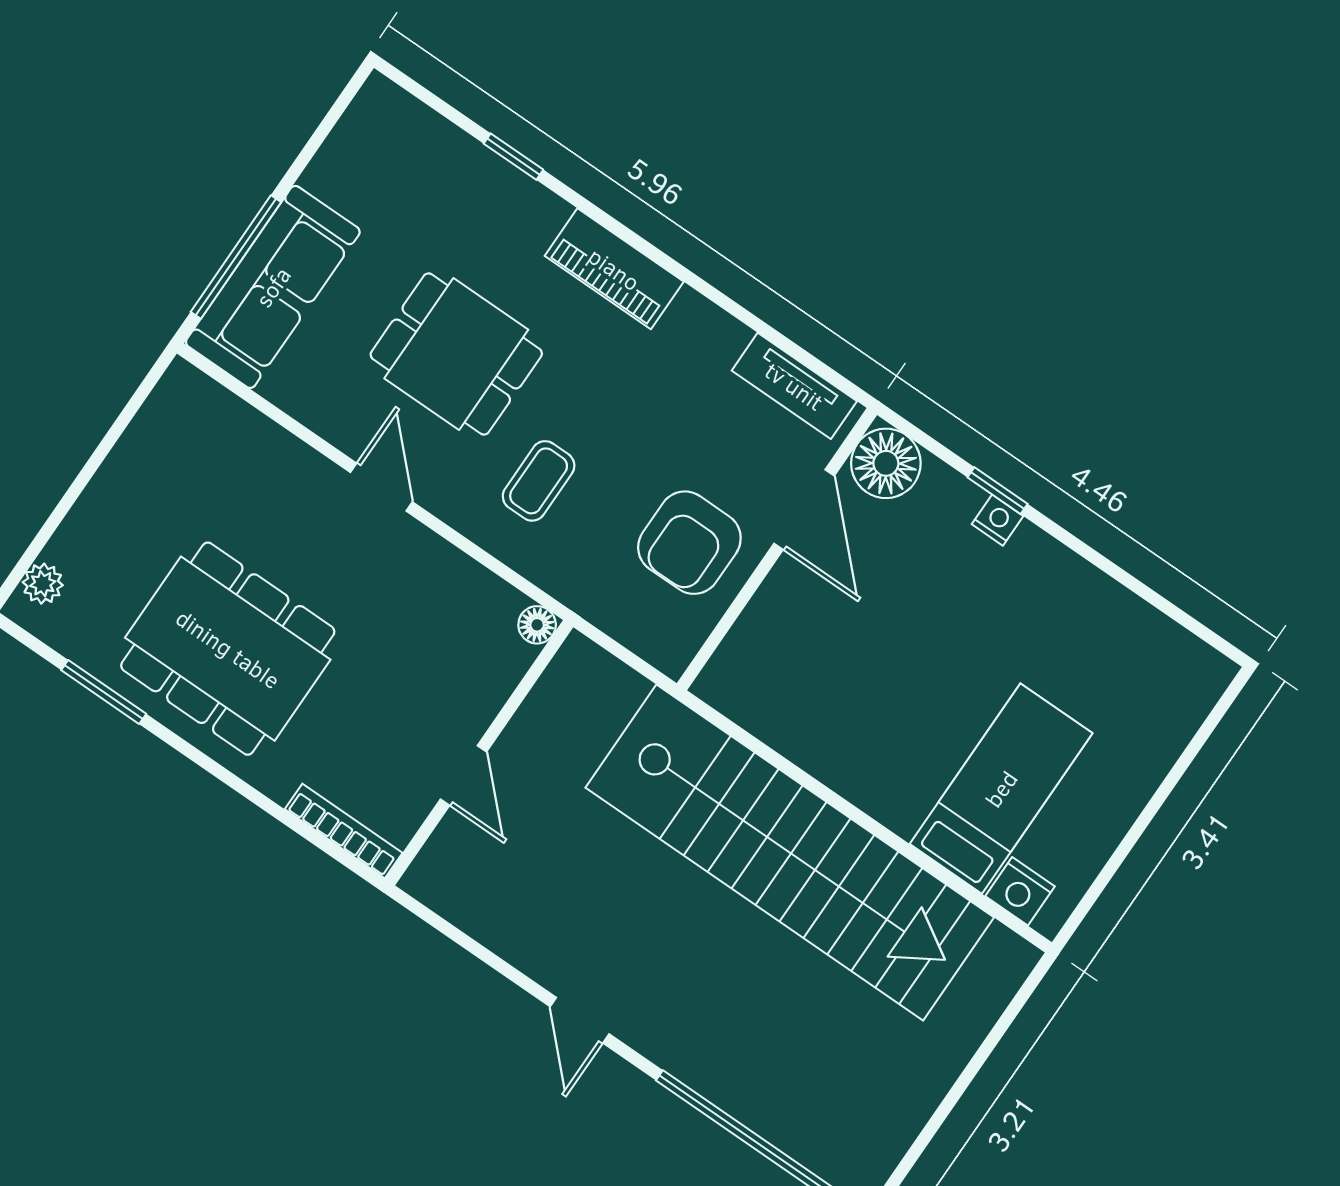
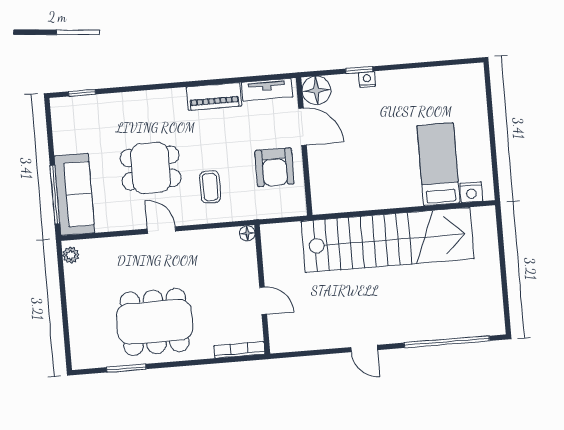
window: (513, 157) -> (82, 93), moved
piano: (614, 269) -> (214, 96), moved
plant: (43, 584) -> (71, 255), moved

